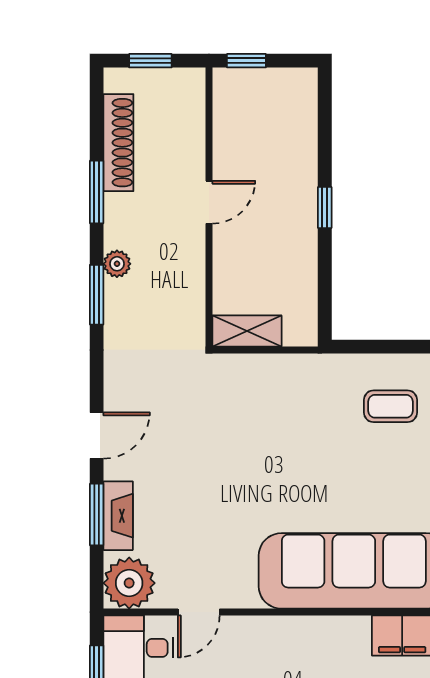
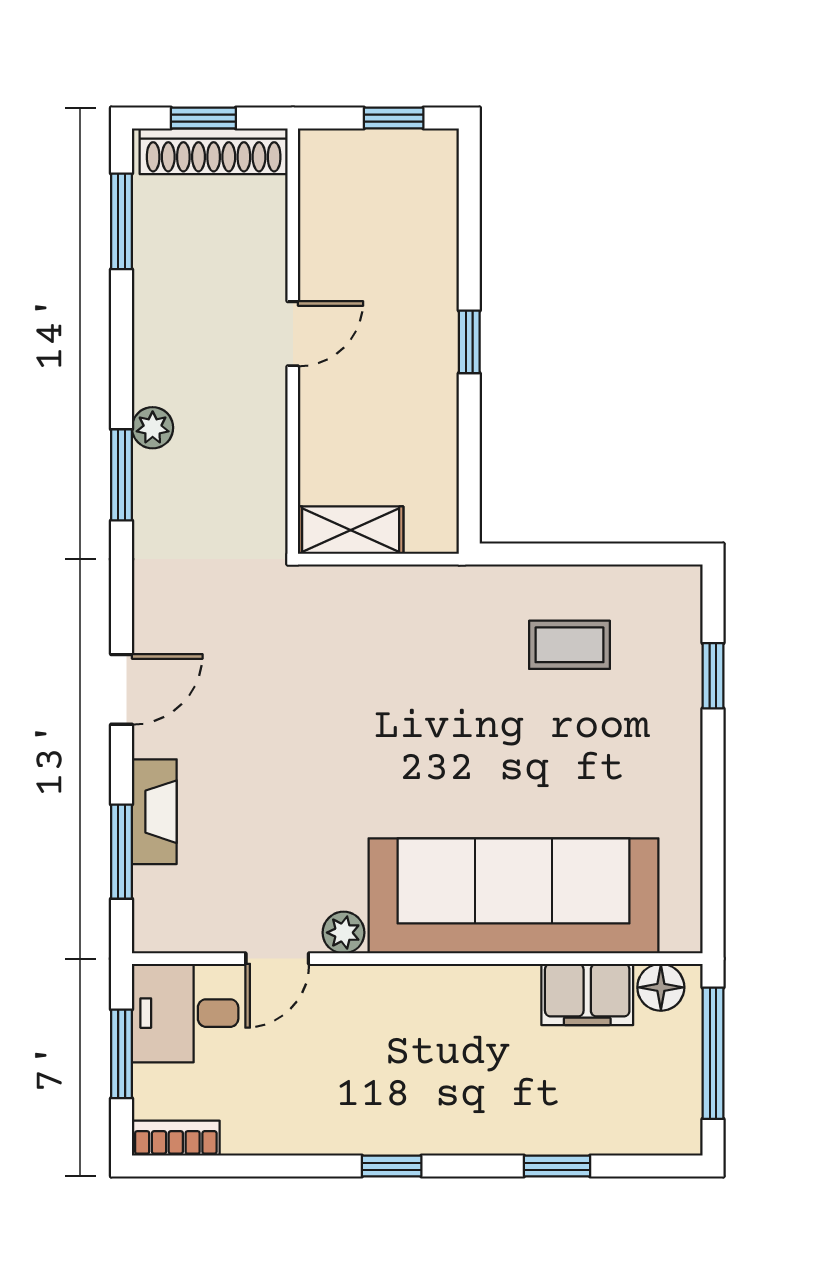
window: (246, 61) -> (394, 118), moved
shoe rack: (118, 143) -> (214, 151), moved, turned 90
window: (97, 192) -> (122, 221), moved
window: (97, 515) -> (122, 852), moved
plant: (129, 583) -> (344, 933), moved, width x0.53, depth x0.53

